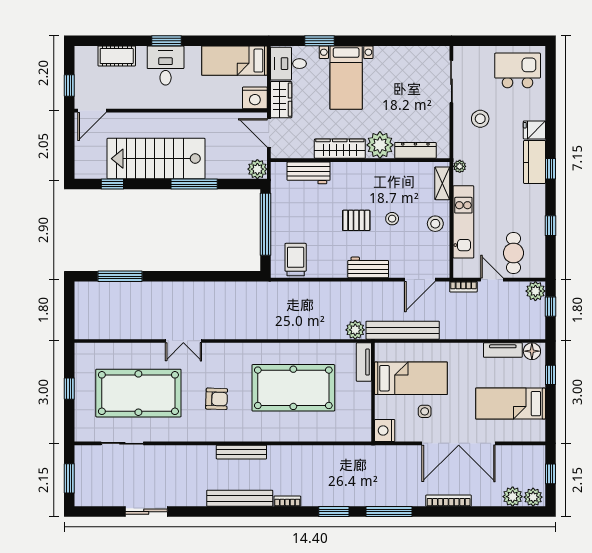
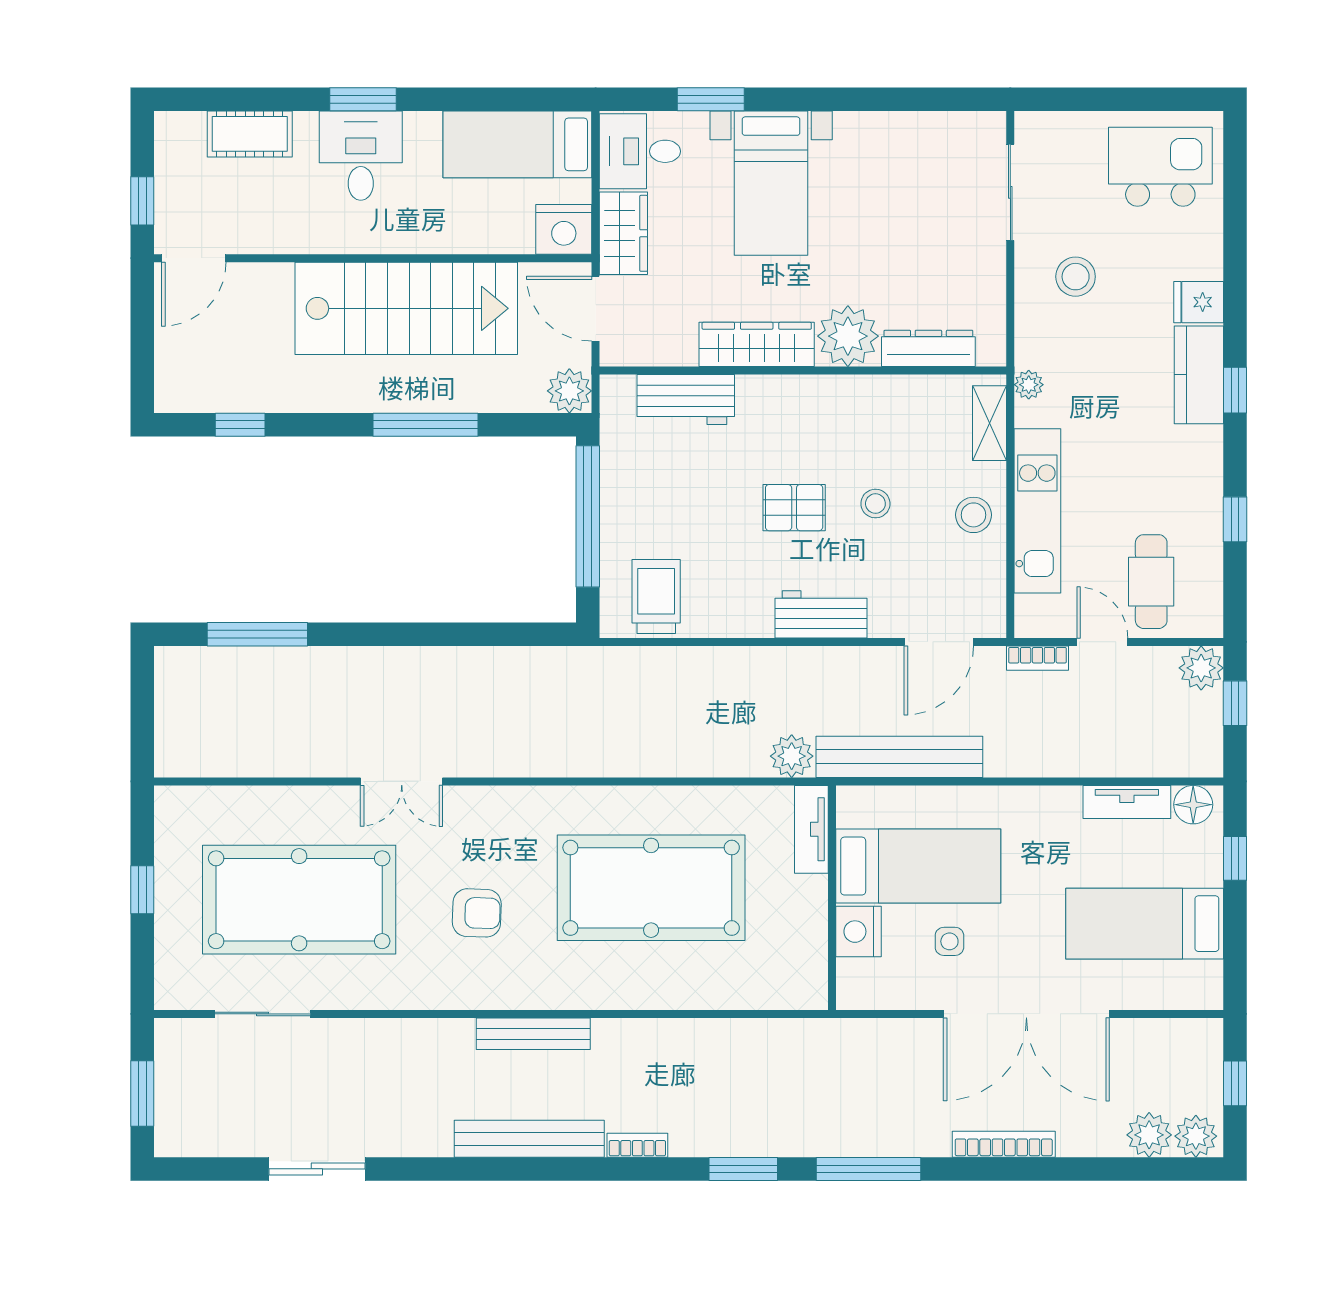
stairs: (156, 159) -> (406, 308), moved, turned 180
nightstand: (385, 430) -> (859, 932), moved

